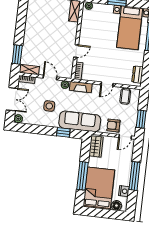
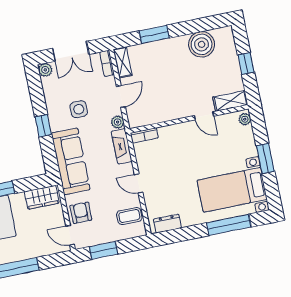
boiler: (34, 17) -> (202, 44), added
door: (76, 51) -> (204, 116), moved
window: (17, 54) -> (154, 34), moved
window: (63, 132) -> (43, 126), moved

